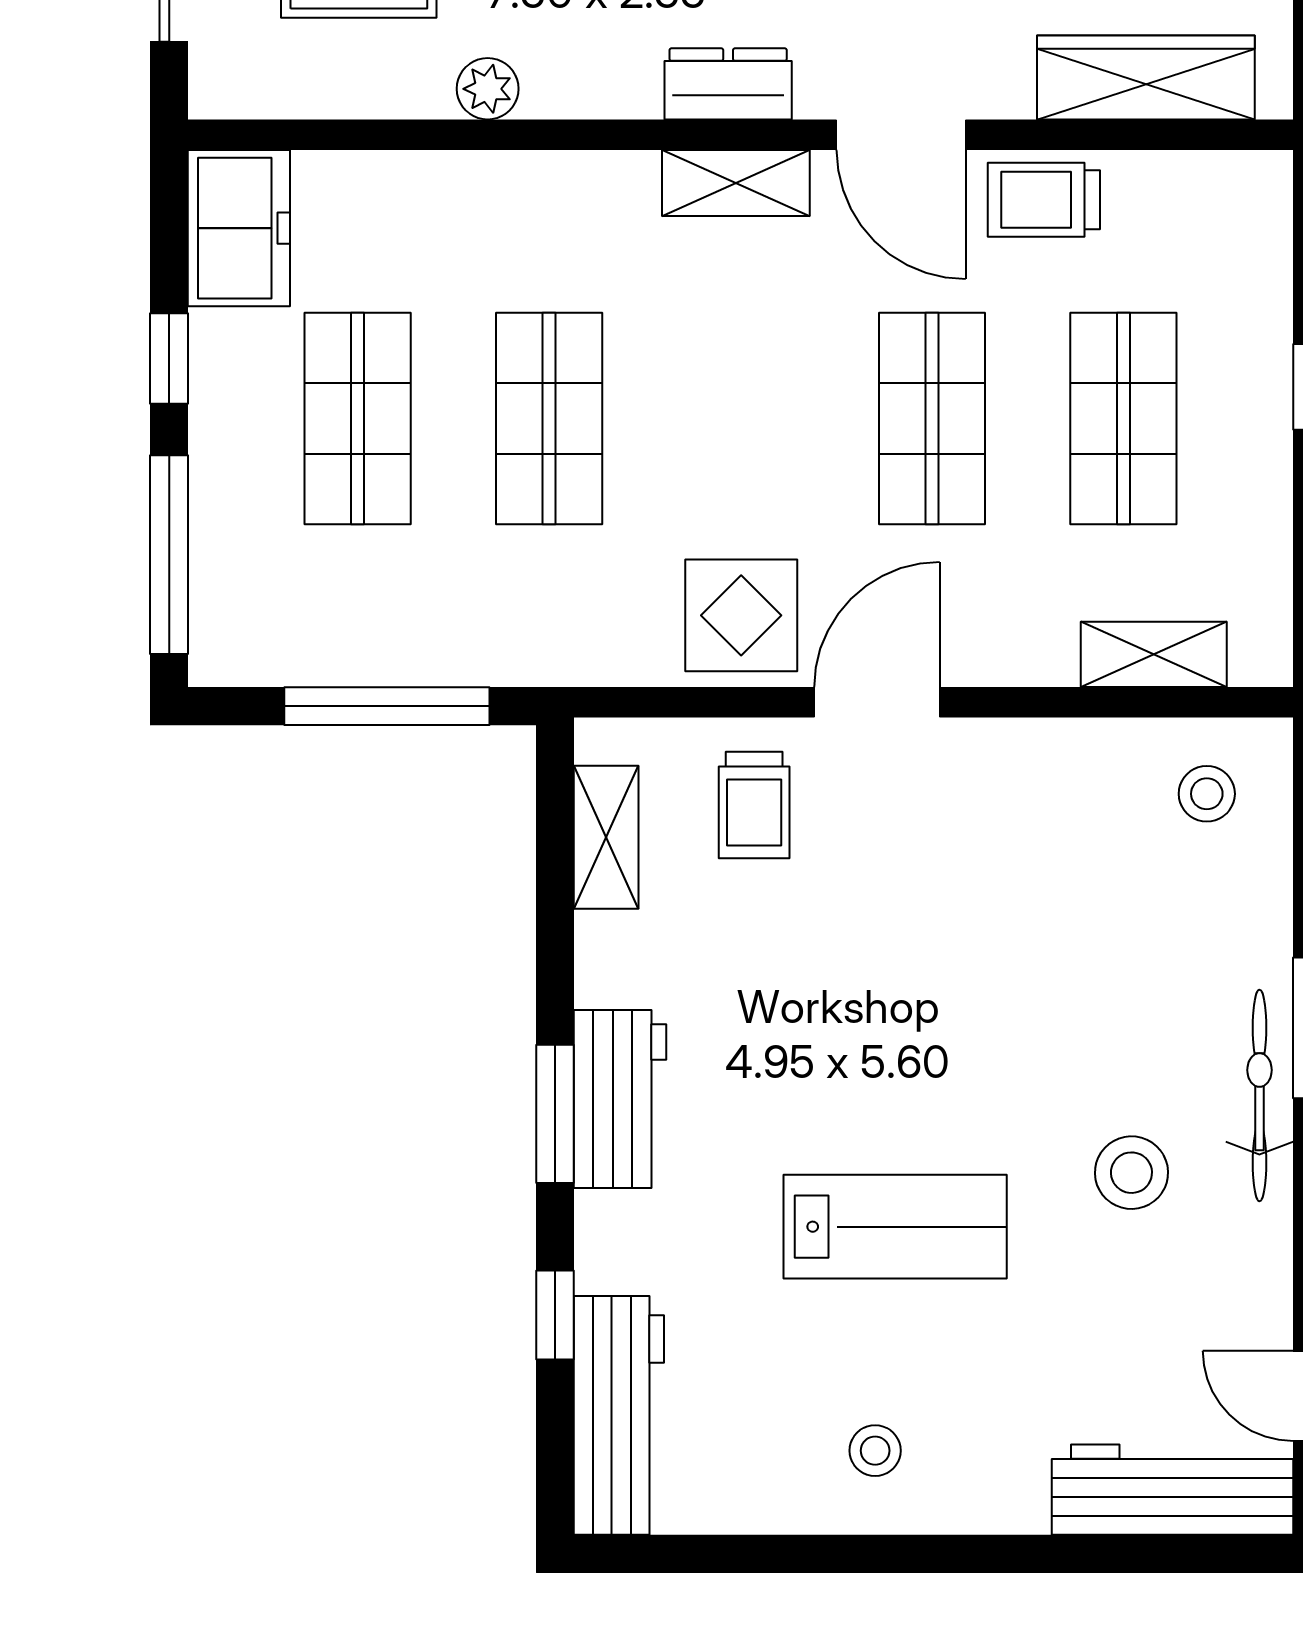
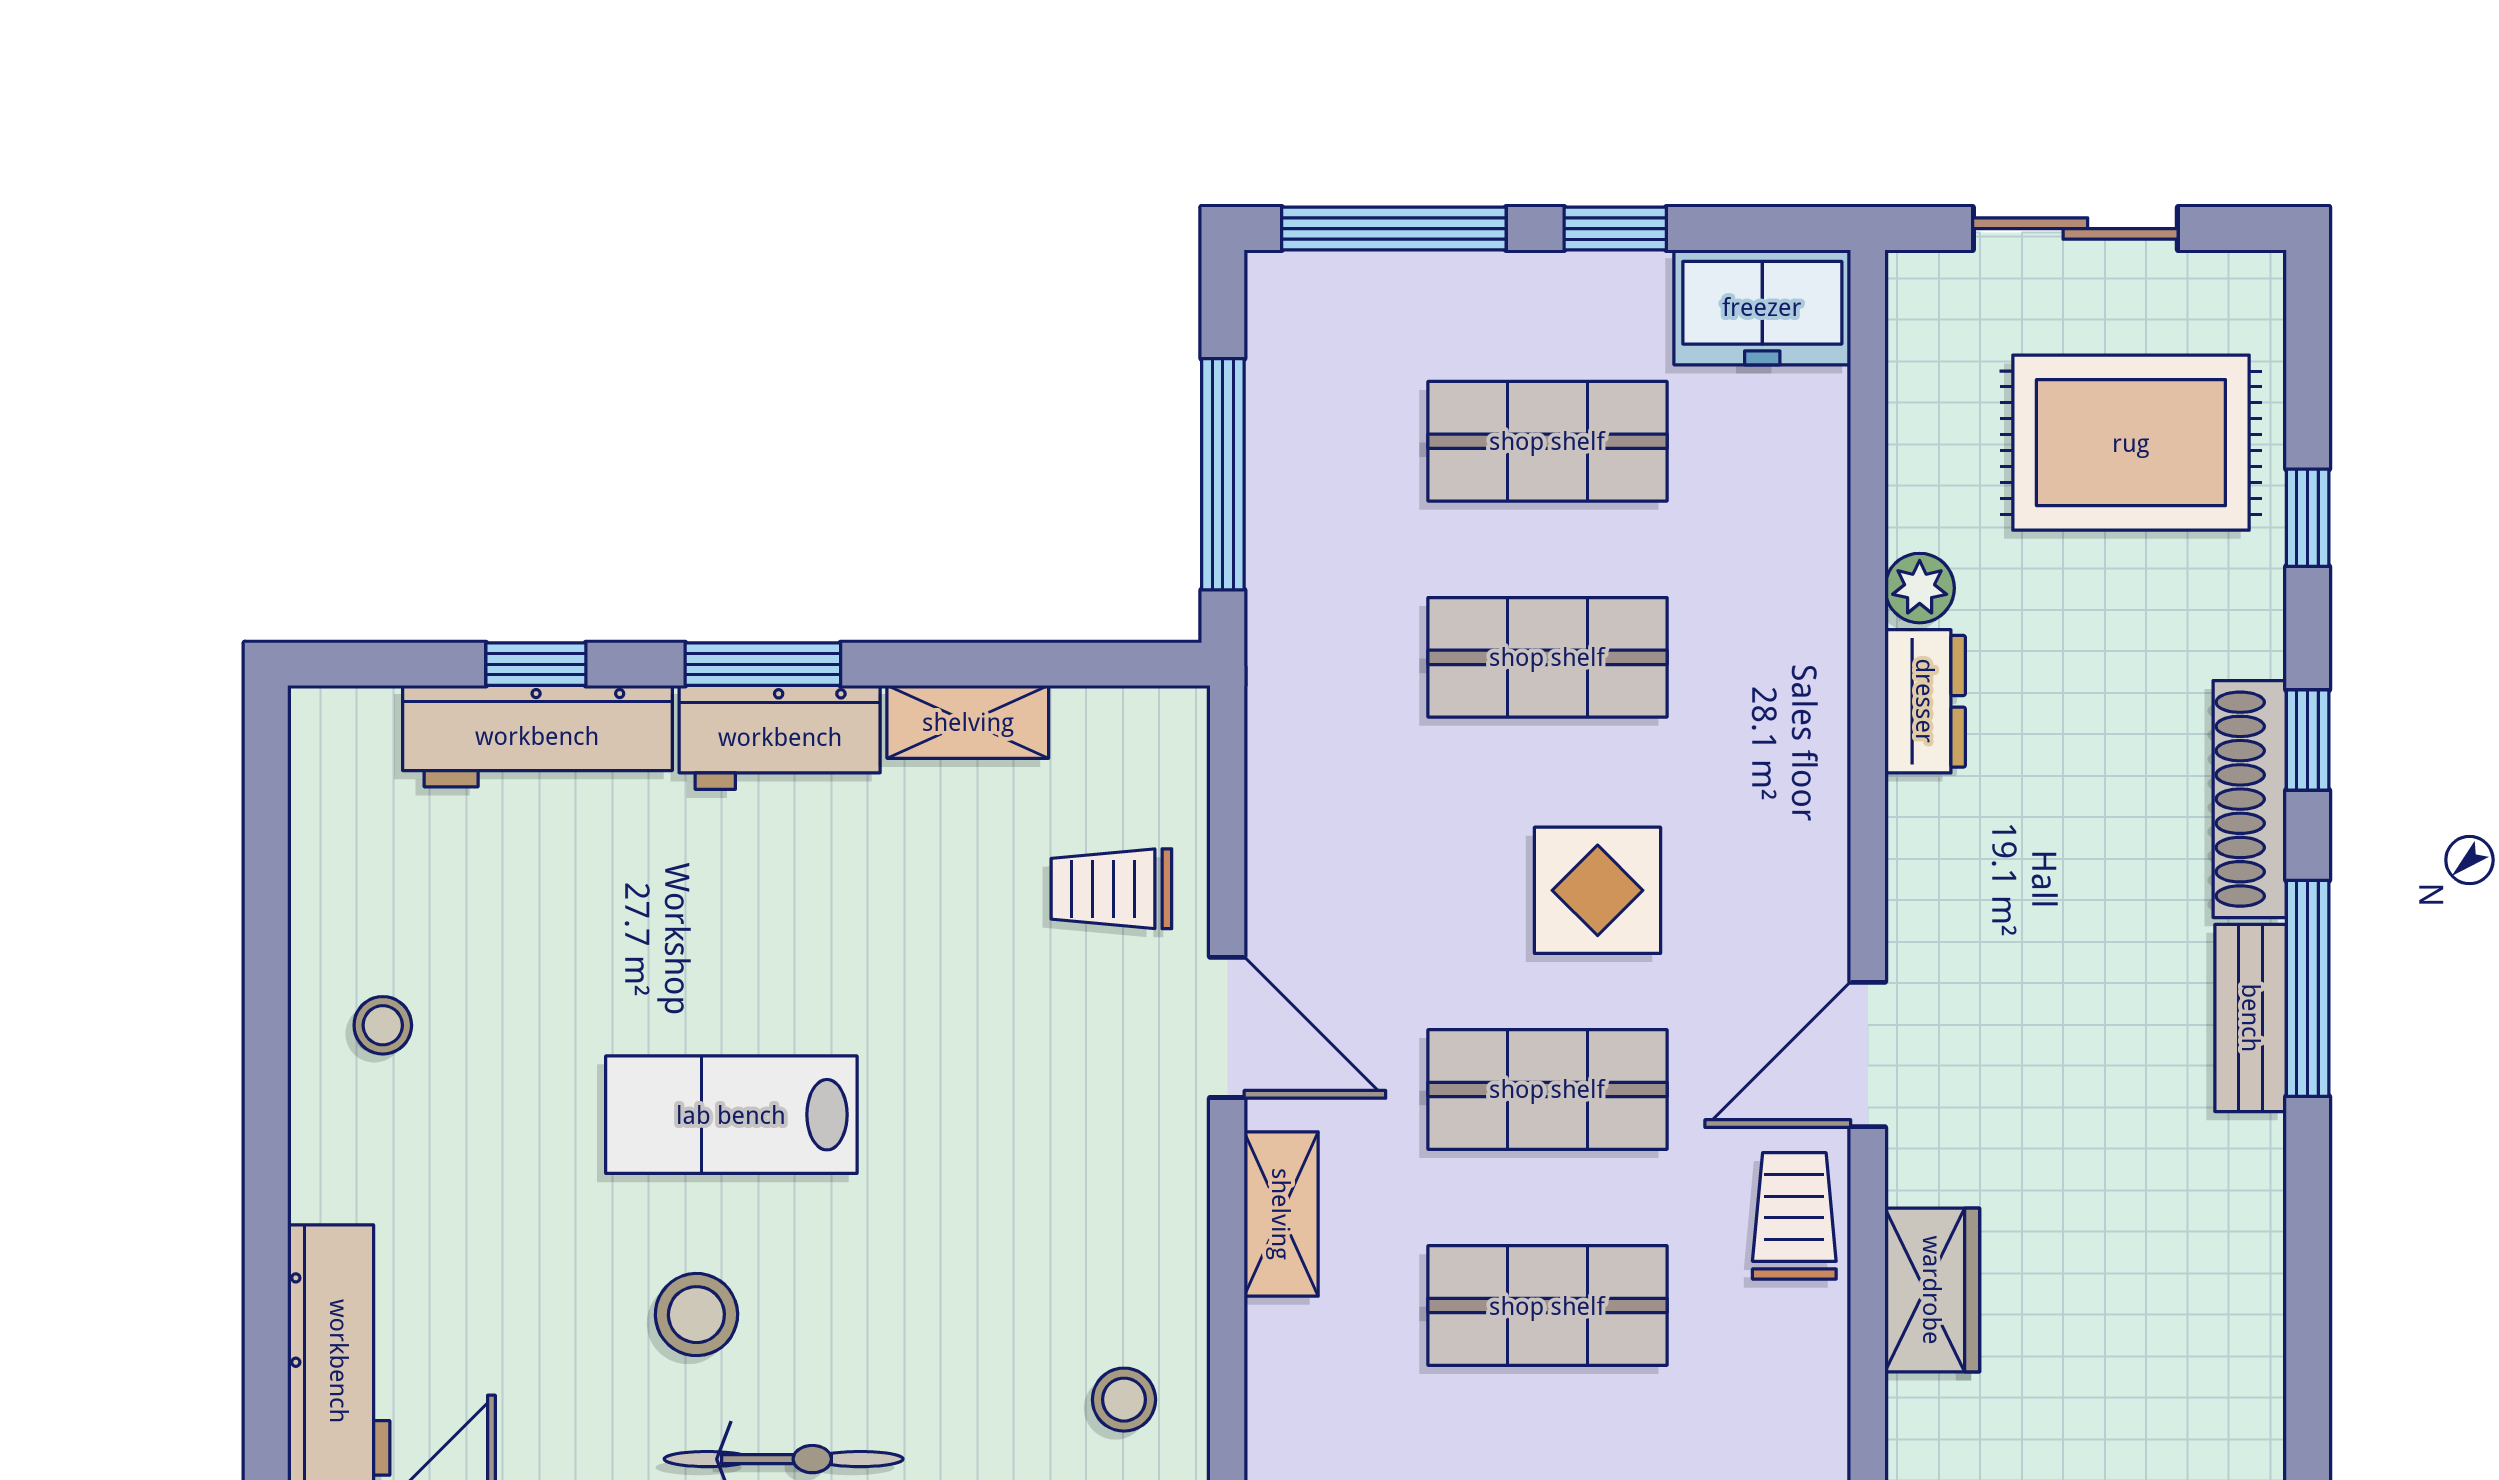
wardrobe: (1146, 78) -> (1932, 1290), width x0.67
dresser: (728, 84) -> (1925, 701), moved
shelving: (736, 183) -> (1813, 868), removed
display table: (741, 615) -> (1598, 890), moved
shelving: (1154, 654) -> (1281, 1214), moved
shelving: (606, 837) -> (968, 722), moved
lab bench: (895, 1227) -> (731, 1115), moved, turned 90
workbench: (619, 1415) -> (537, 736), moved

